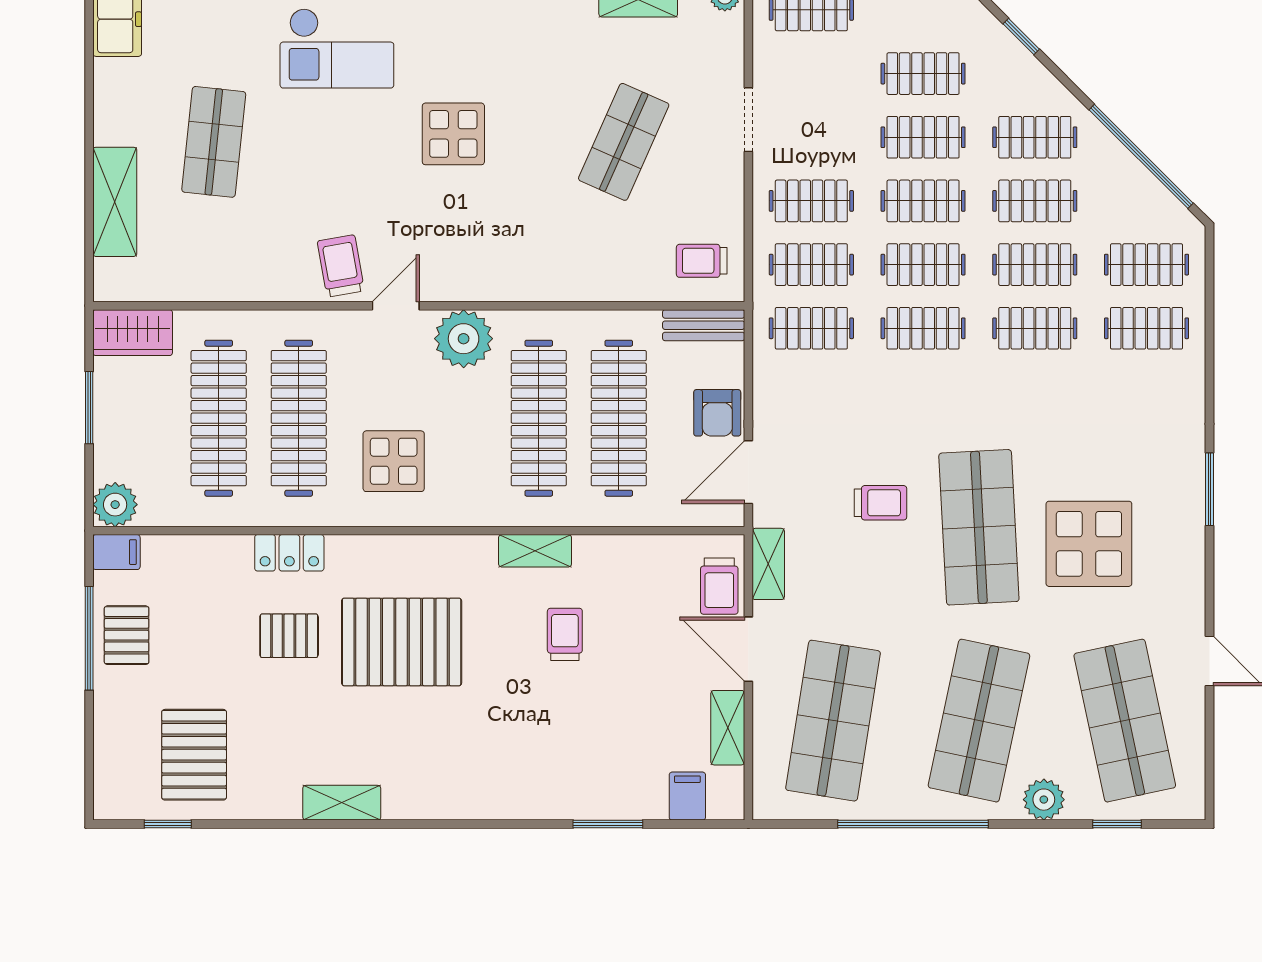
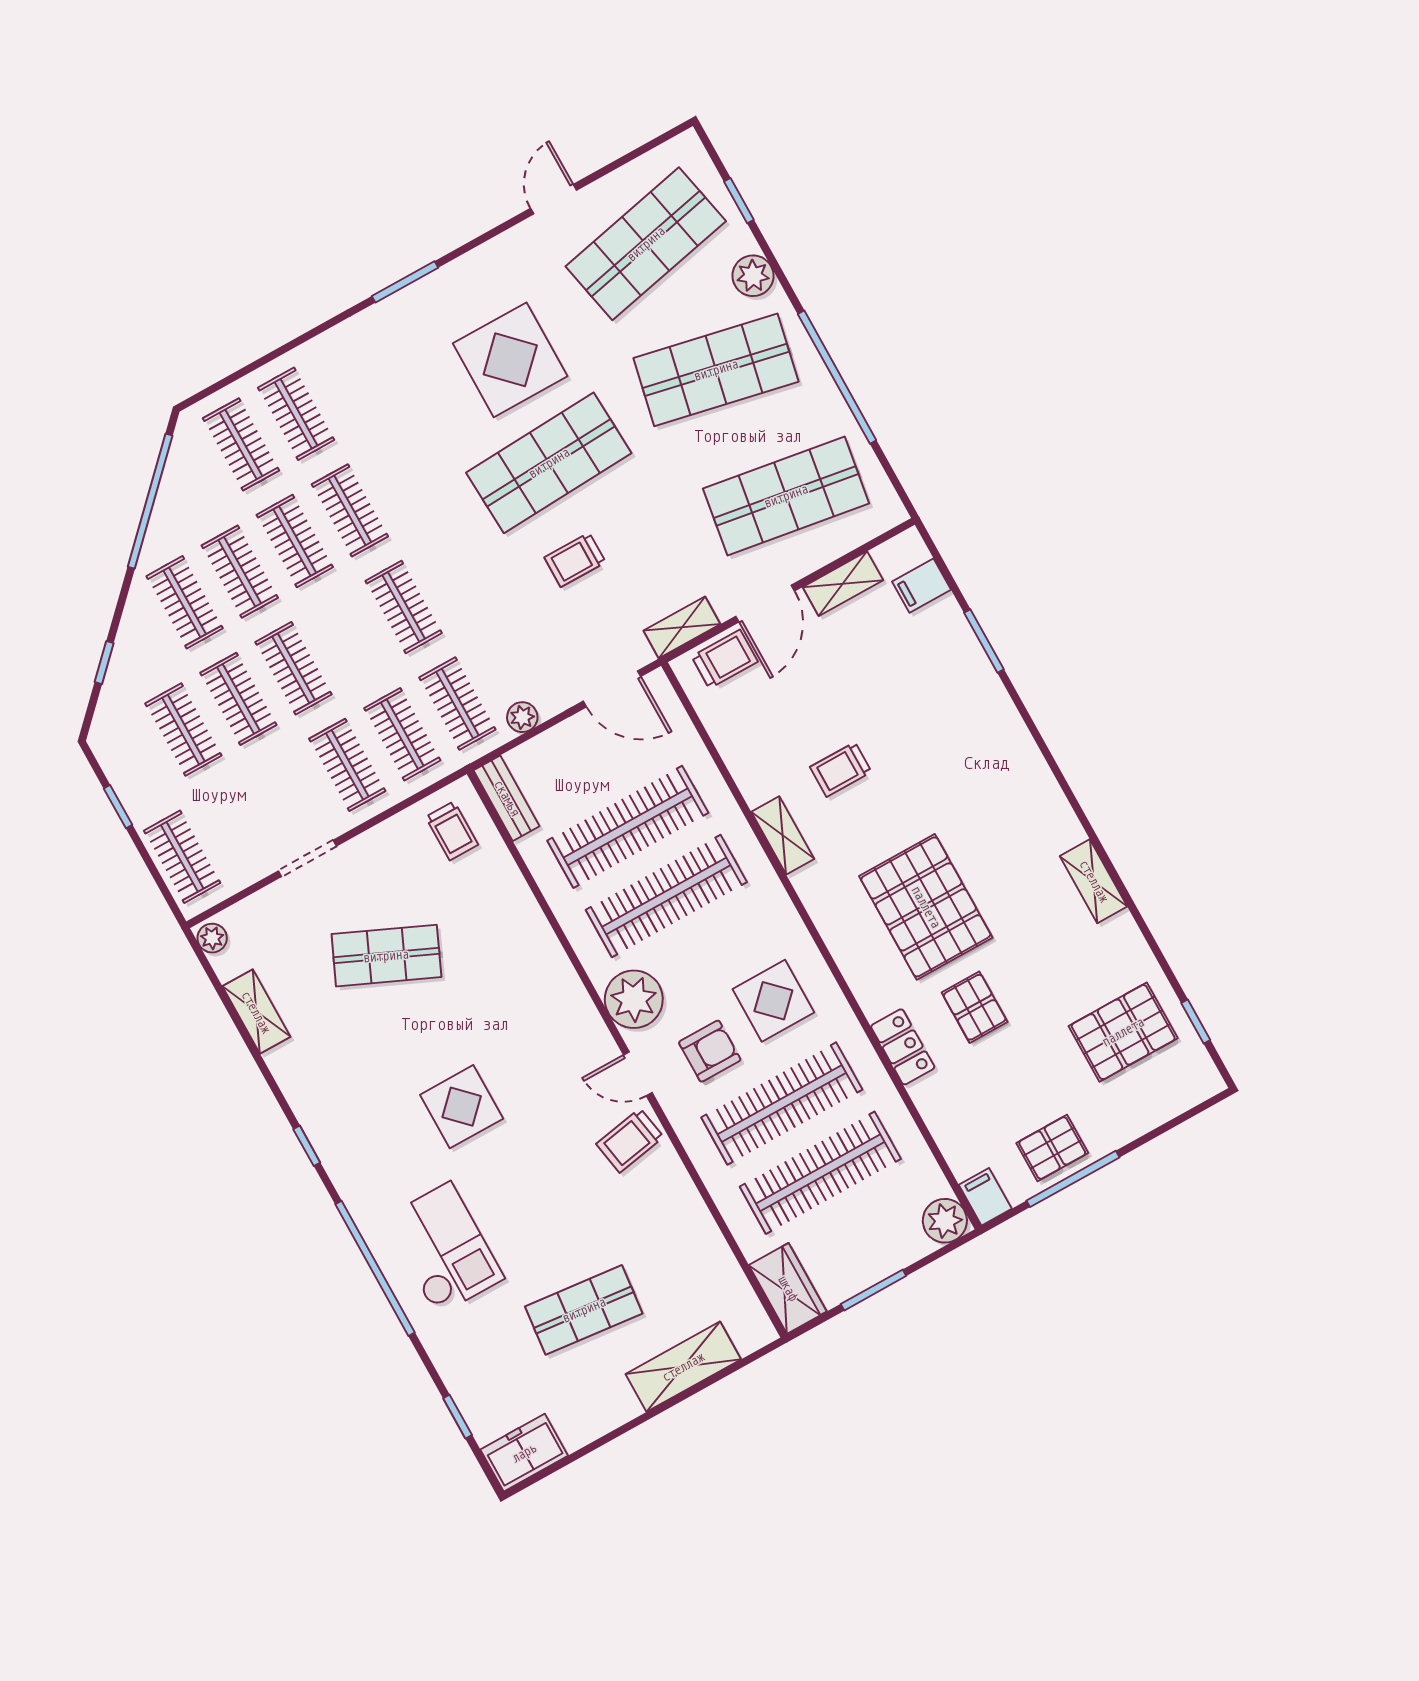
clothes rail: (923, 265) -> (349, 638), removed
plant: (767, 379) -> (522, 717), added
armchair: (717, 413) -> (710, 1051), moved
trolley: (880, 503) -> (575, 560), turned -90

